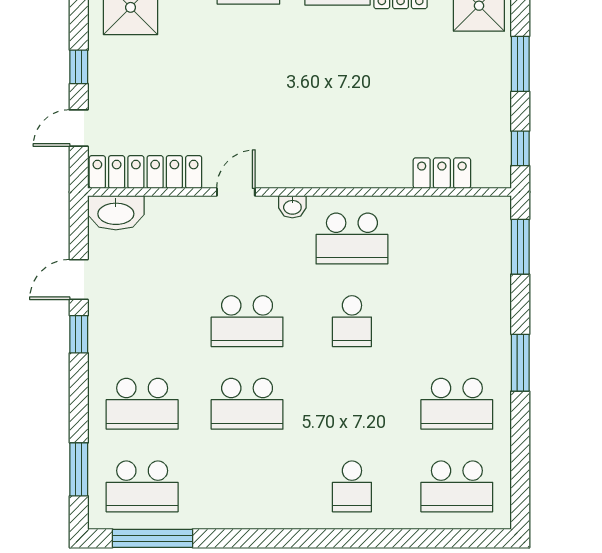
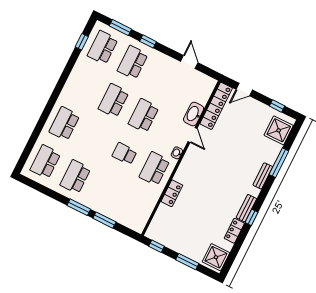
window: (79, 67) -> (277, 106), moved
door: (79, 128) -> (244, 90), swing flipped
locker: (442, 173) -> (172, 193), moved
washbasin: (116, 213) -> (194, 114), moved
window: (520, 247) -> (104, 220), moved
window: (79, 334) -> (148, 41), moved
school desk: (352, 486) -> (64, 124), width x1.85
window: (153, 538) -> (82, 42), width x0.46

